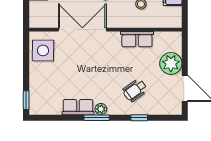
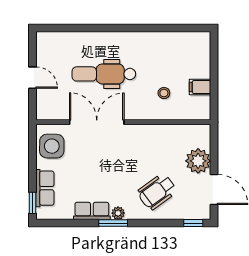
row of seats: (137, 39) -> (45, 188), moved, turned -90
wheelchair: (135, 90) -> (157, 192), width x1.36, depth x1.37
window: (139, 118) -> (193, 223), moved

